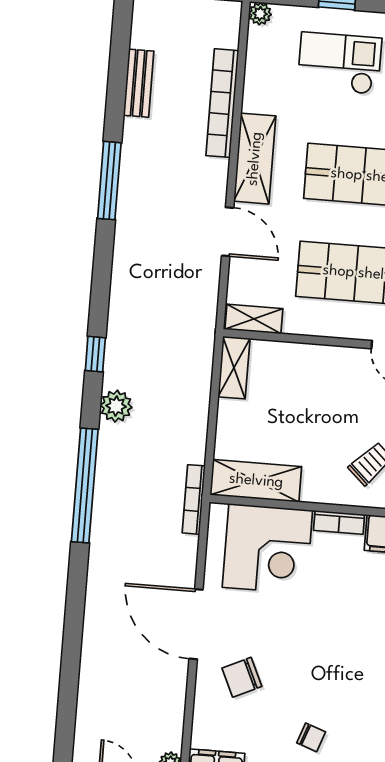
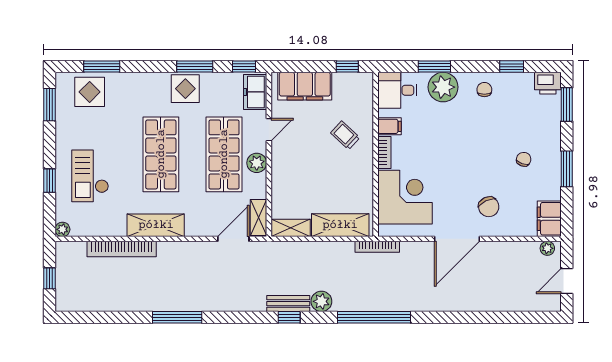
bench: (139, 83) -> (288, 304), moved
door: (228, 232) -> (233, 239), moved
plant: (339, 323) -> (257, 163), added
shelving: (256, 481) -> (340, 225), moved, turned 90

